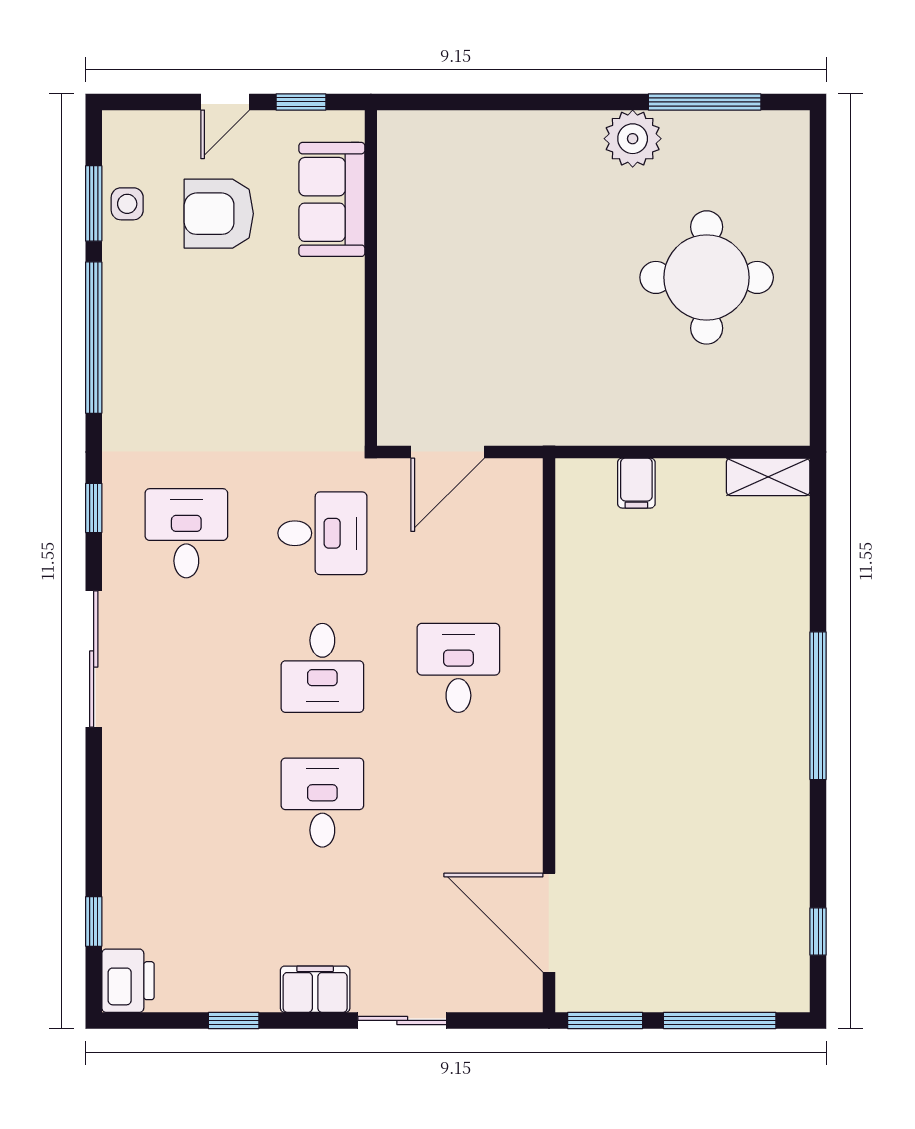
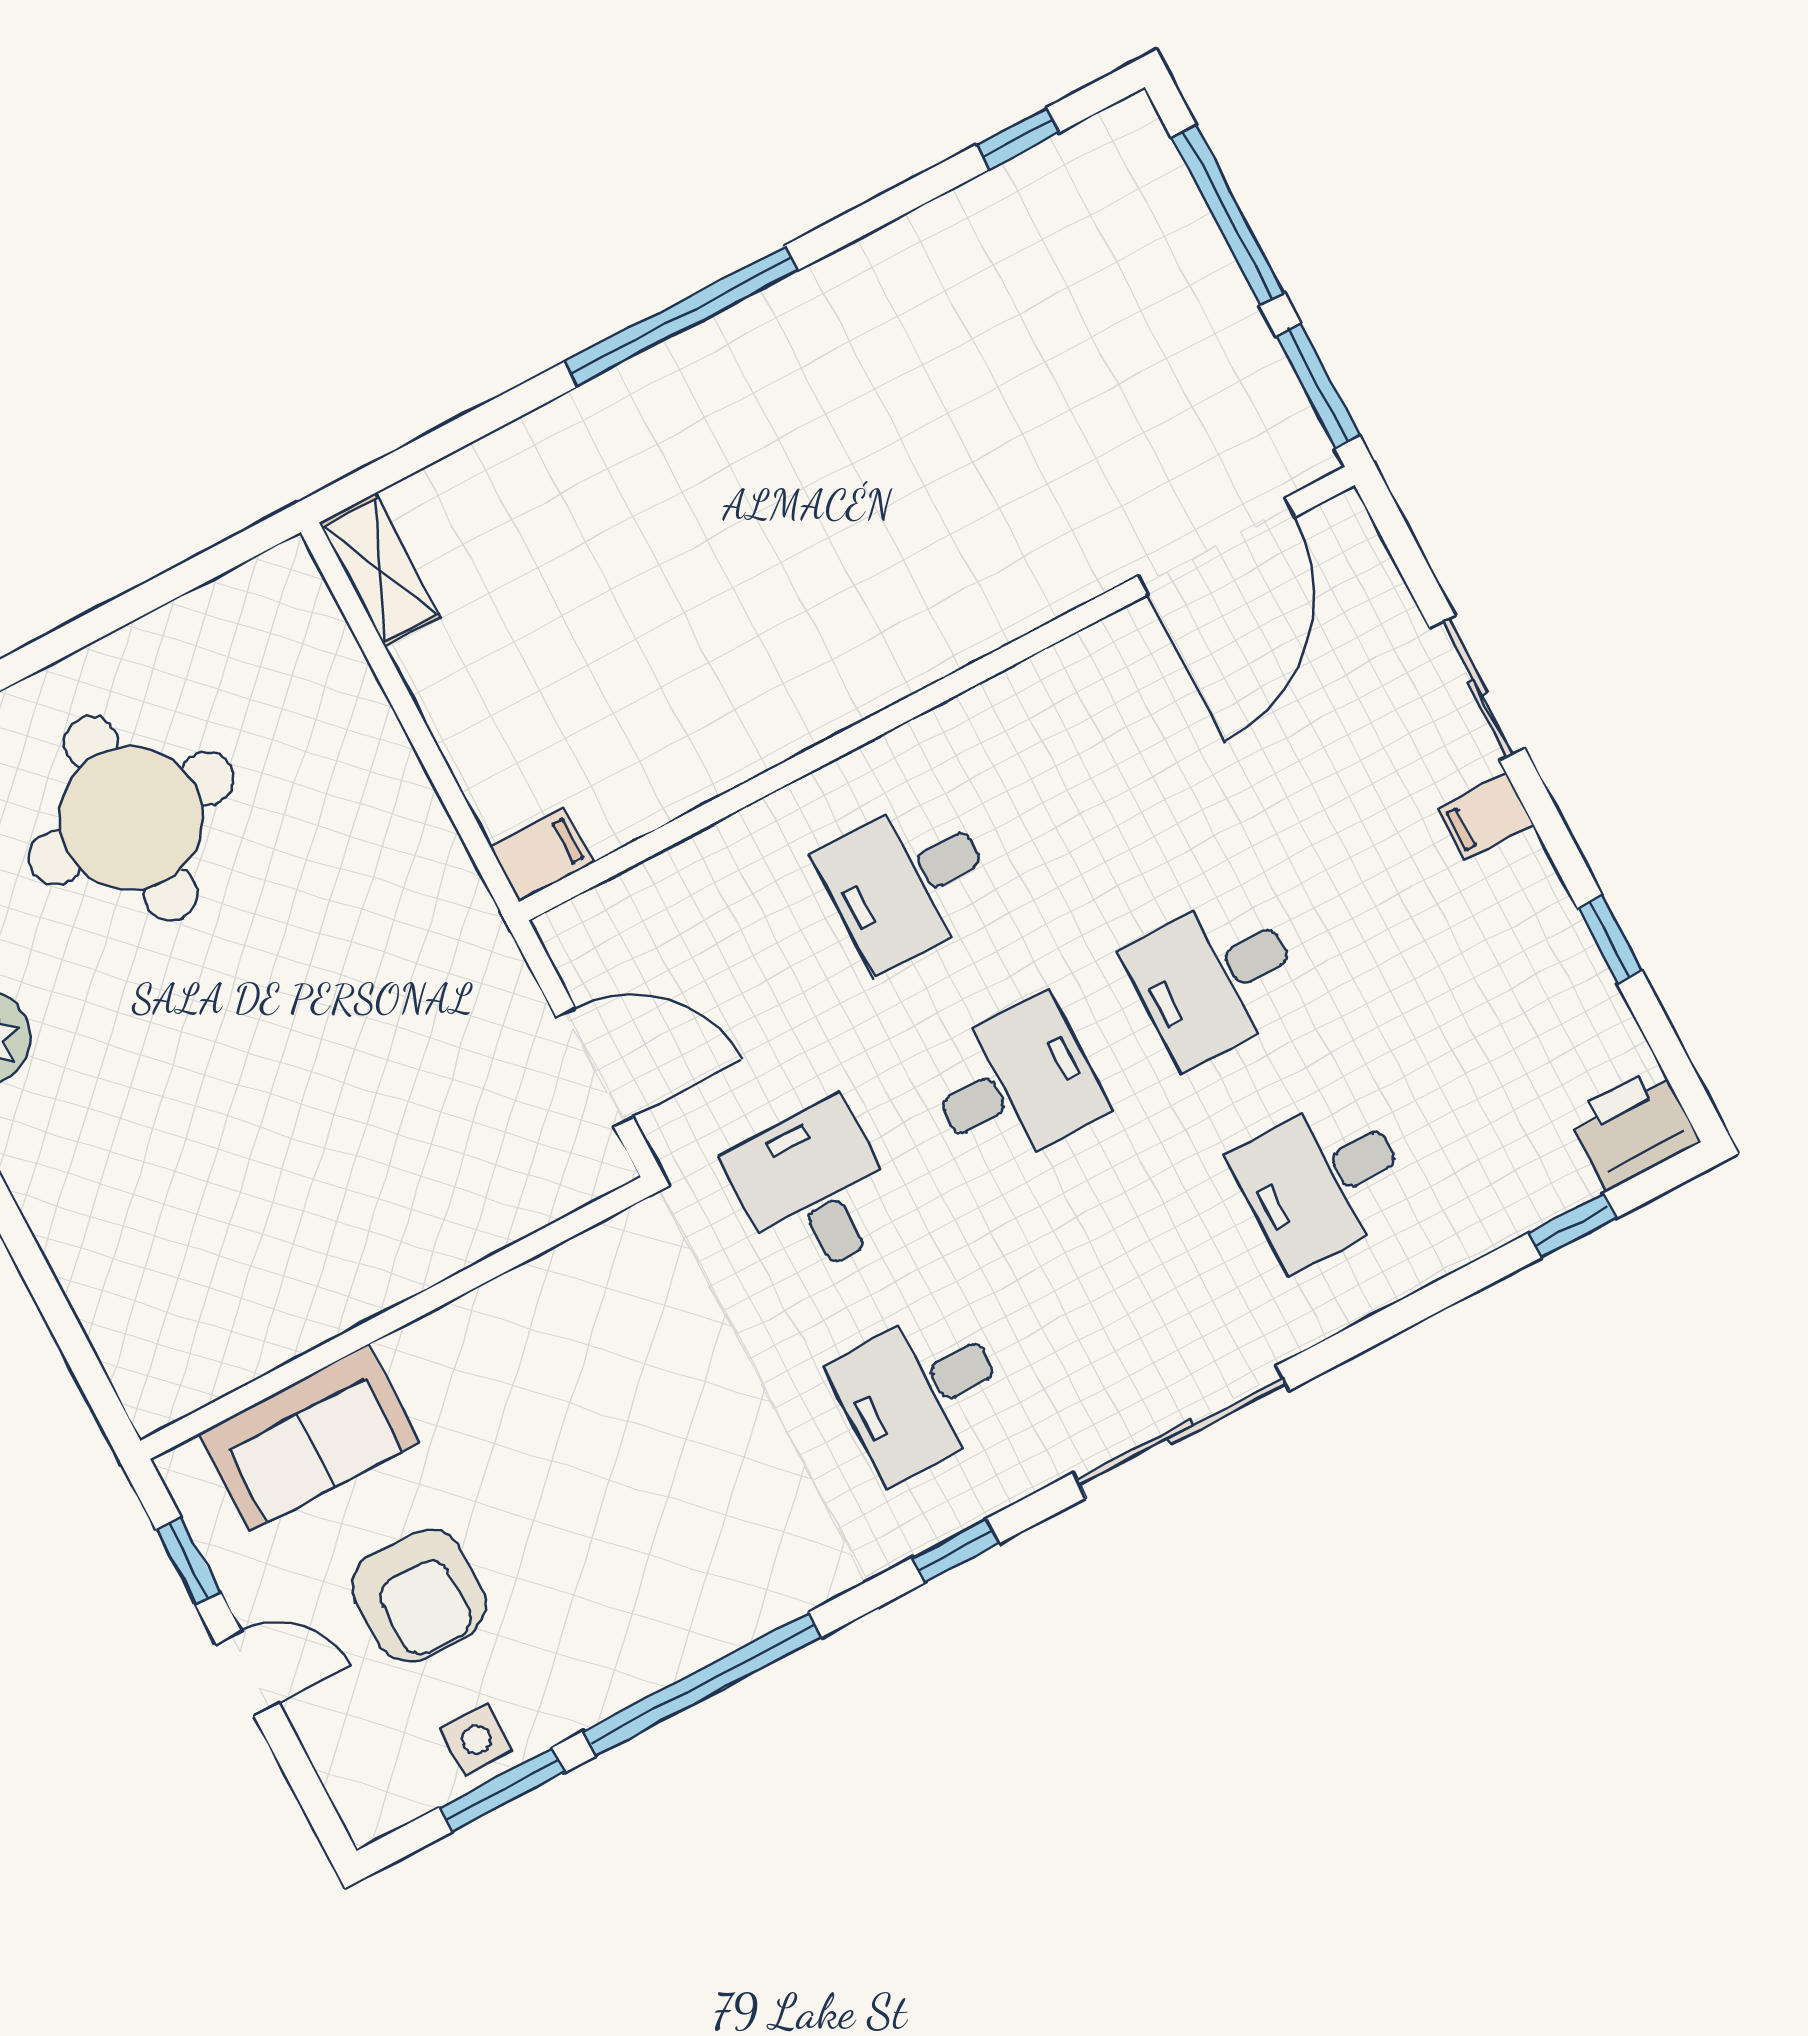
filing cabinet: (636, 483) -> (542, 855), moved
desk: (186, 803) -> (1322, 1181), added
filing cabinet: (315, 989) -> (1485, 817), width x0.50

